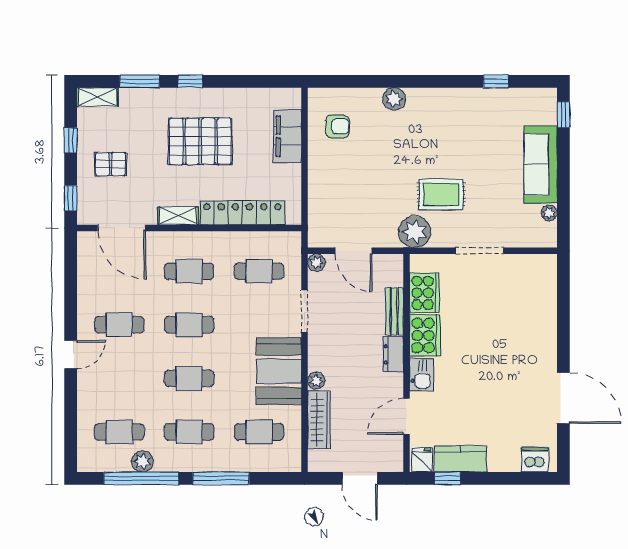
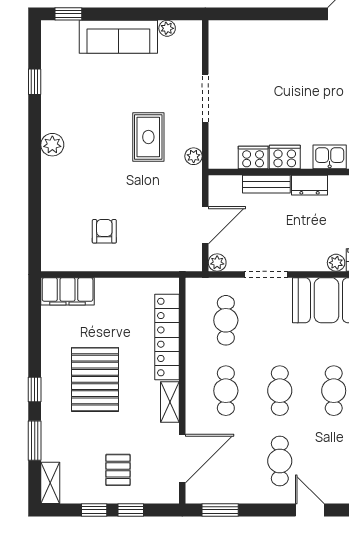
plant: (394, 99) -> (52, 145), moved
armchair: (337, 126) -> (104, 231), moved
filing cabinet: (288, 136) -> (68, 291), moved
window: (71, 198) -> (131, 510), moved
plant: (415, 232) -> (194, 156), width x0.53, depth x0.53
window: (71, 266) -> (220, 510), added
cooker: (424, 293) -> (253, 157), width x0.73, depth x0.76
cooker: (425, 335) -> (285, 157), width x0.73, depth x0.76

